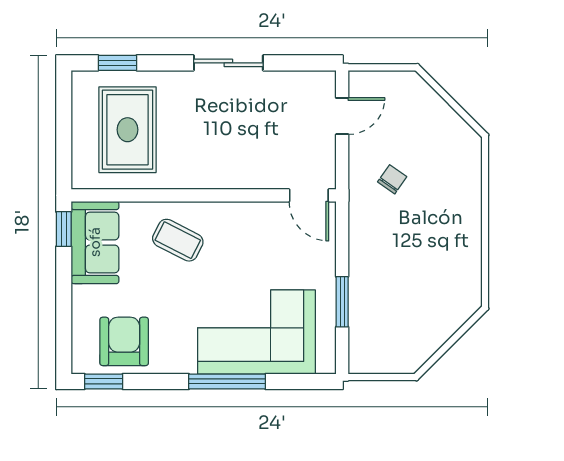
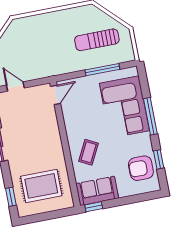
chair: (392, 179) -> (40, 57), removed
window: (342, 302) -> (102, 70), width x1.44
sun lounger: (405, 302) -> (97, 40), added
window: (104, 381) -> (159, 159), moved

